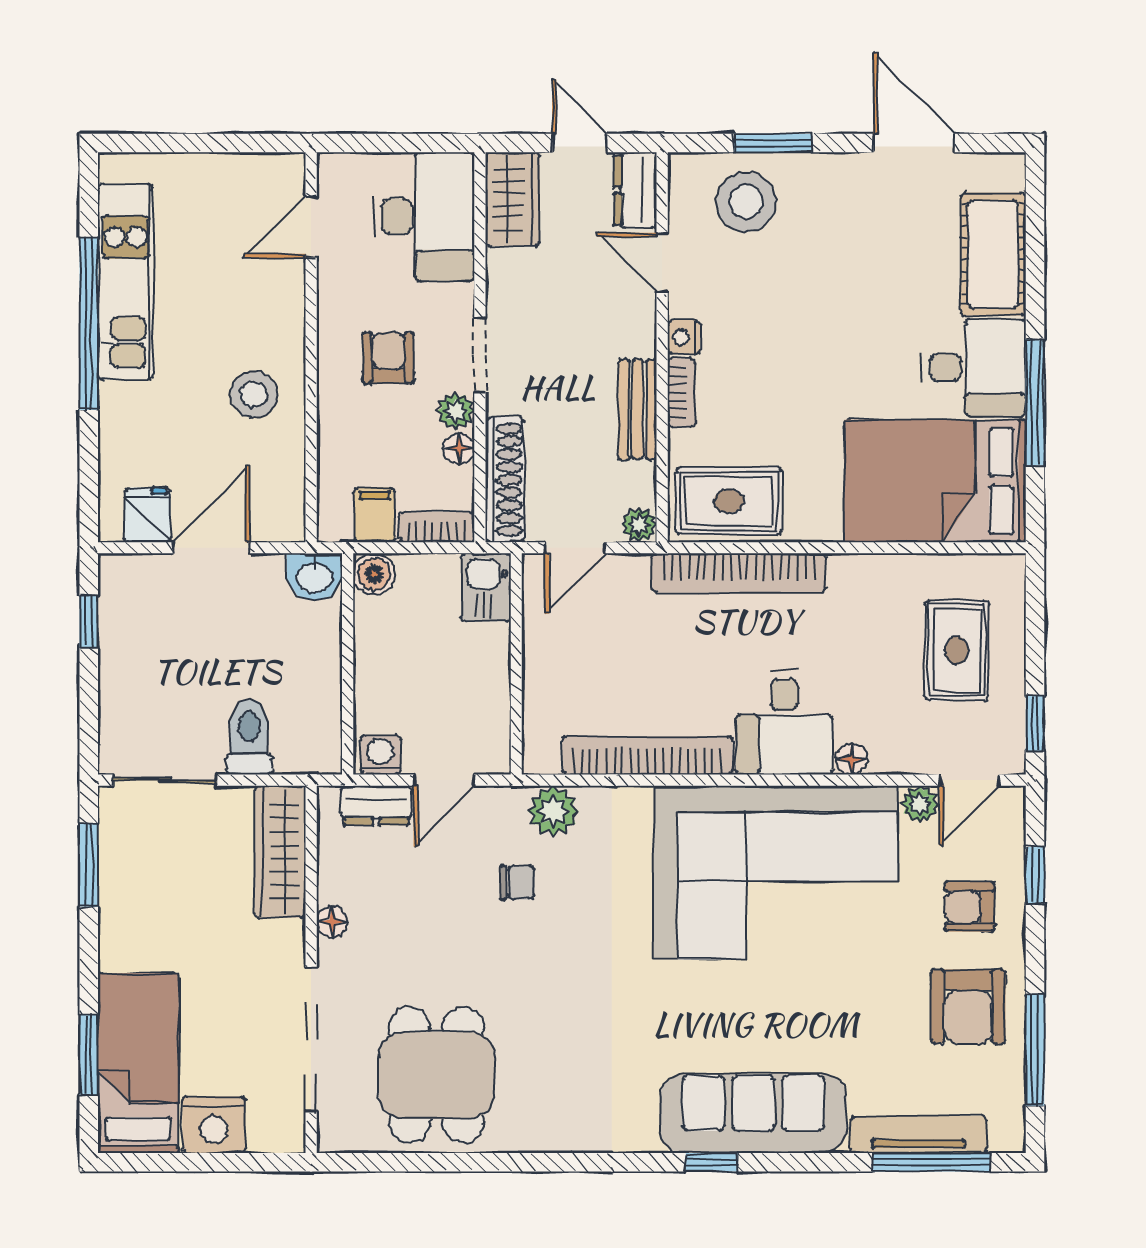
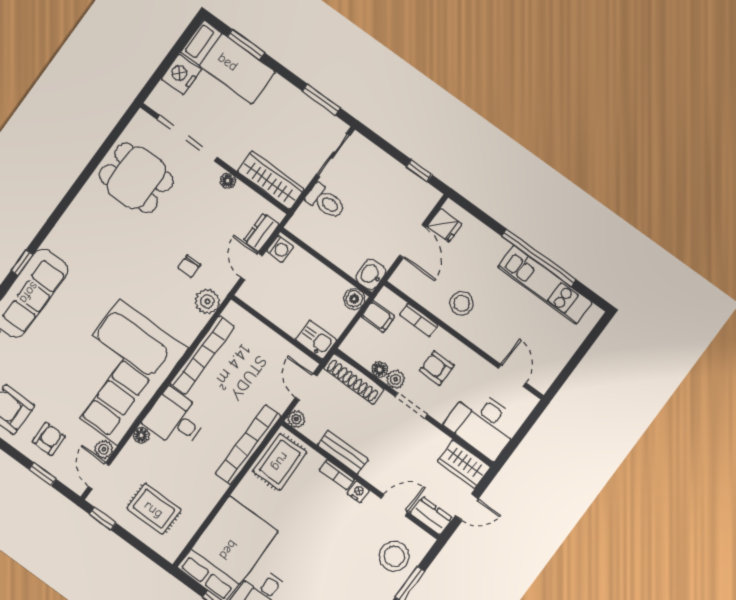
armchair: (388, 358) -> (437, 368), turned 180
bookcase: (437, 527) -> (419, 320), moved, turned 90

